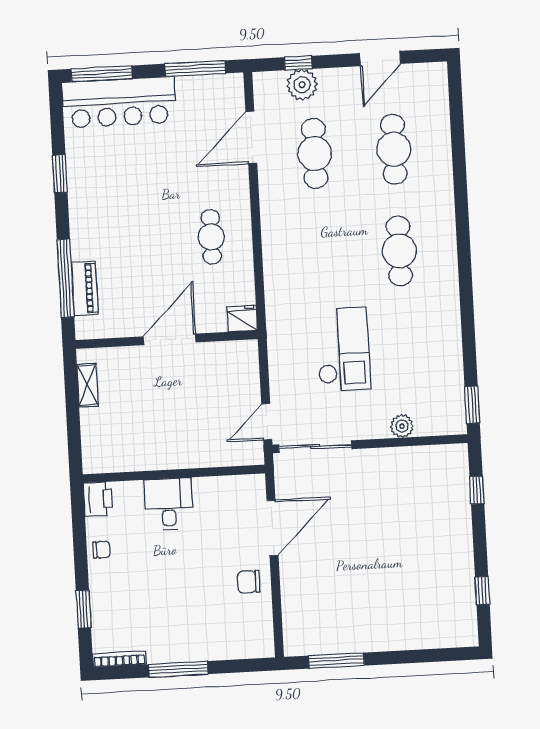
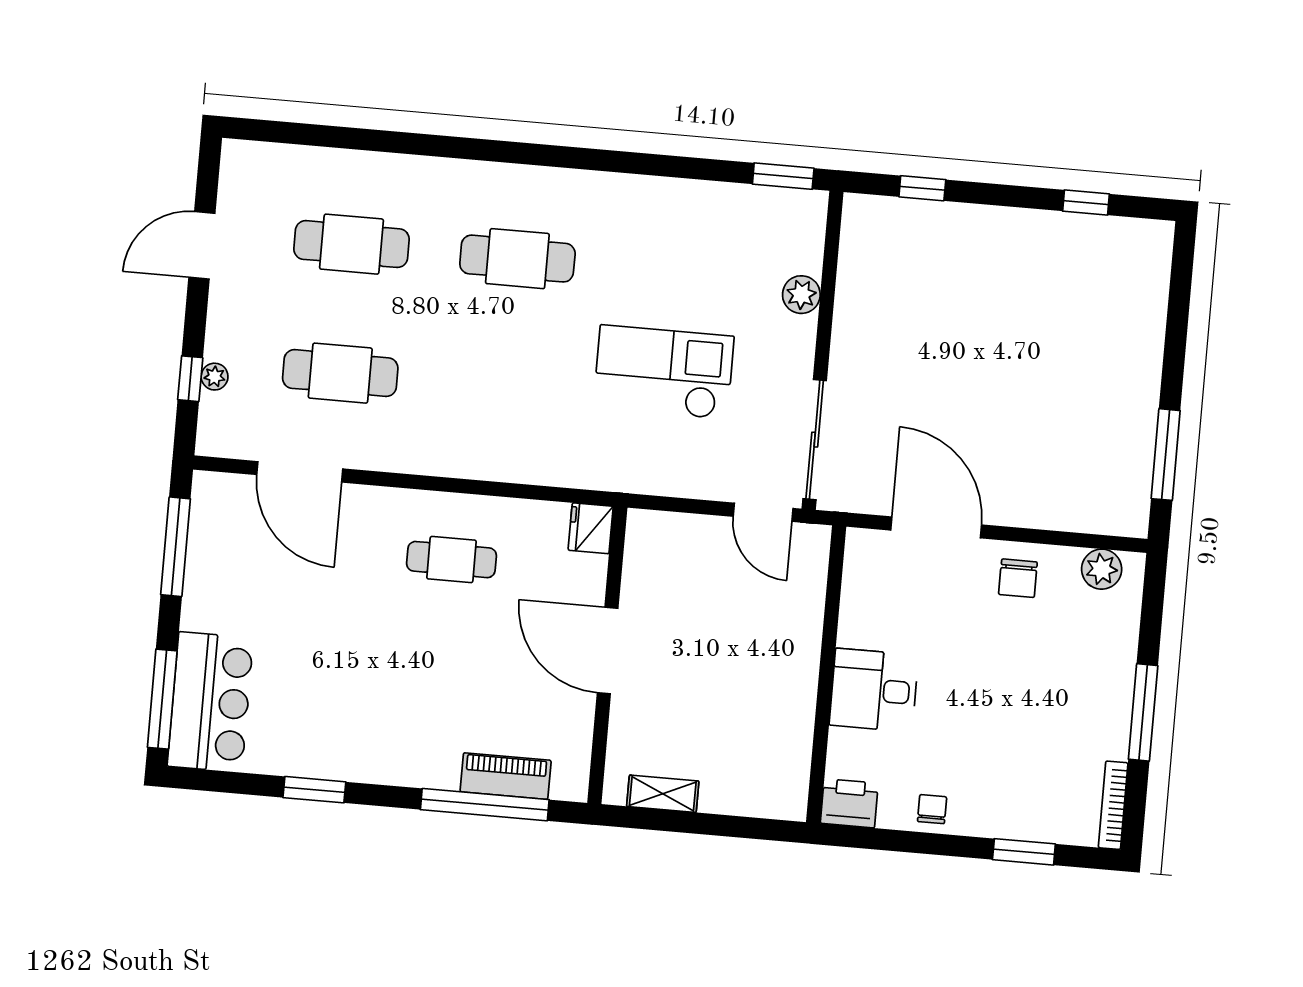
door: (380, 59) -> (202, 245), swing flipped
plant: (302, 85) -> (215, 377), width x0.53, depth x0.53
bar counter: (119, 102) -> (210, 702), width x0.73
plant: (261, 632) -> (1102, 569), added

